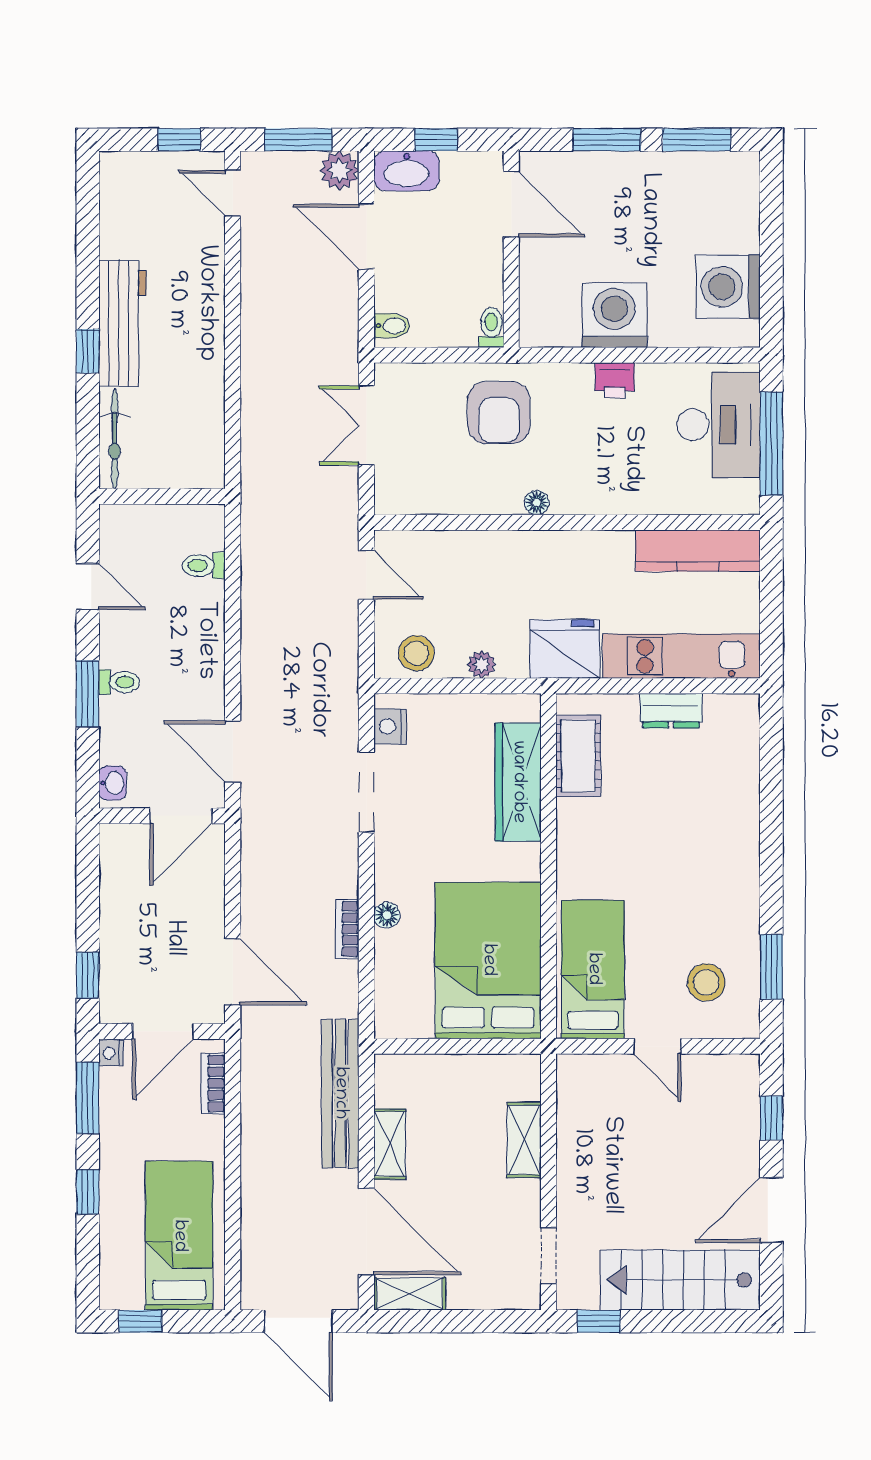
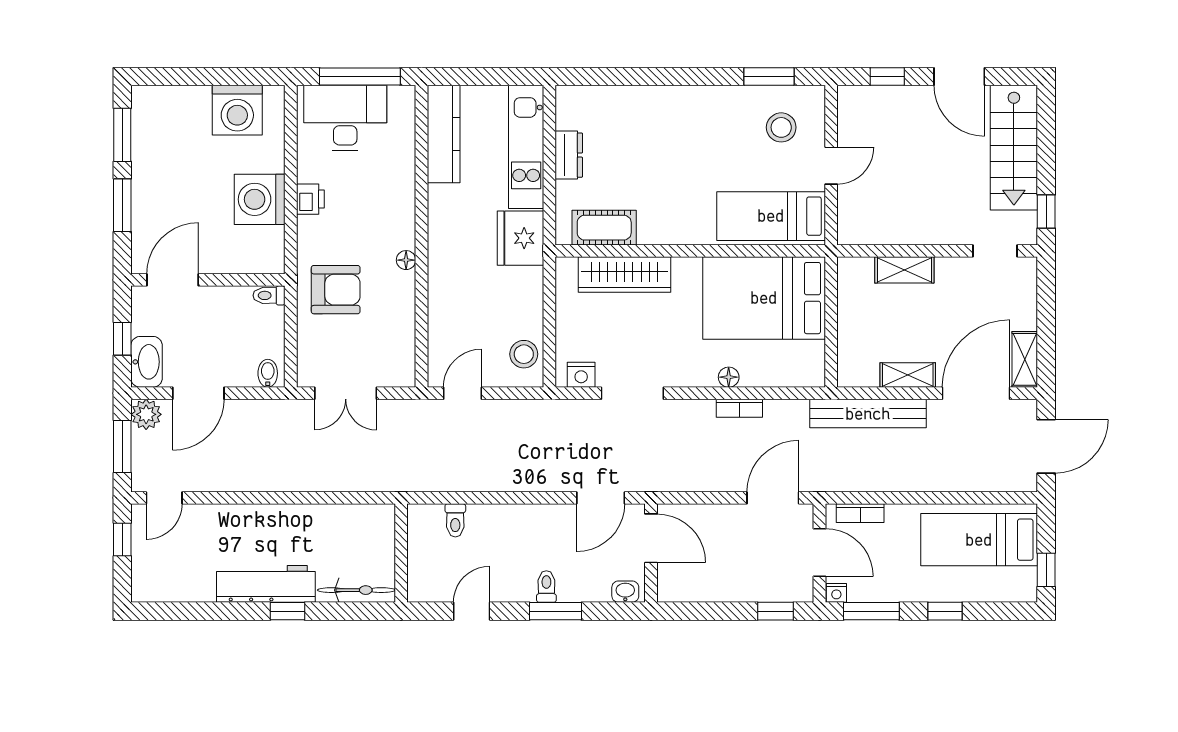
plant: (481, 664) -> (533, 303), removed

